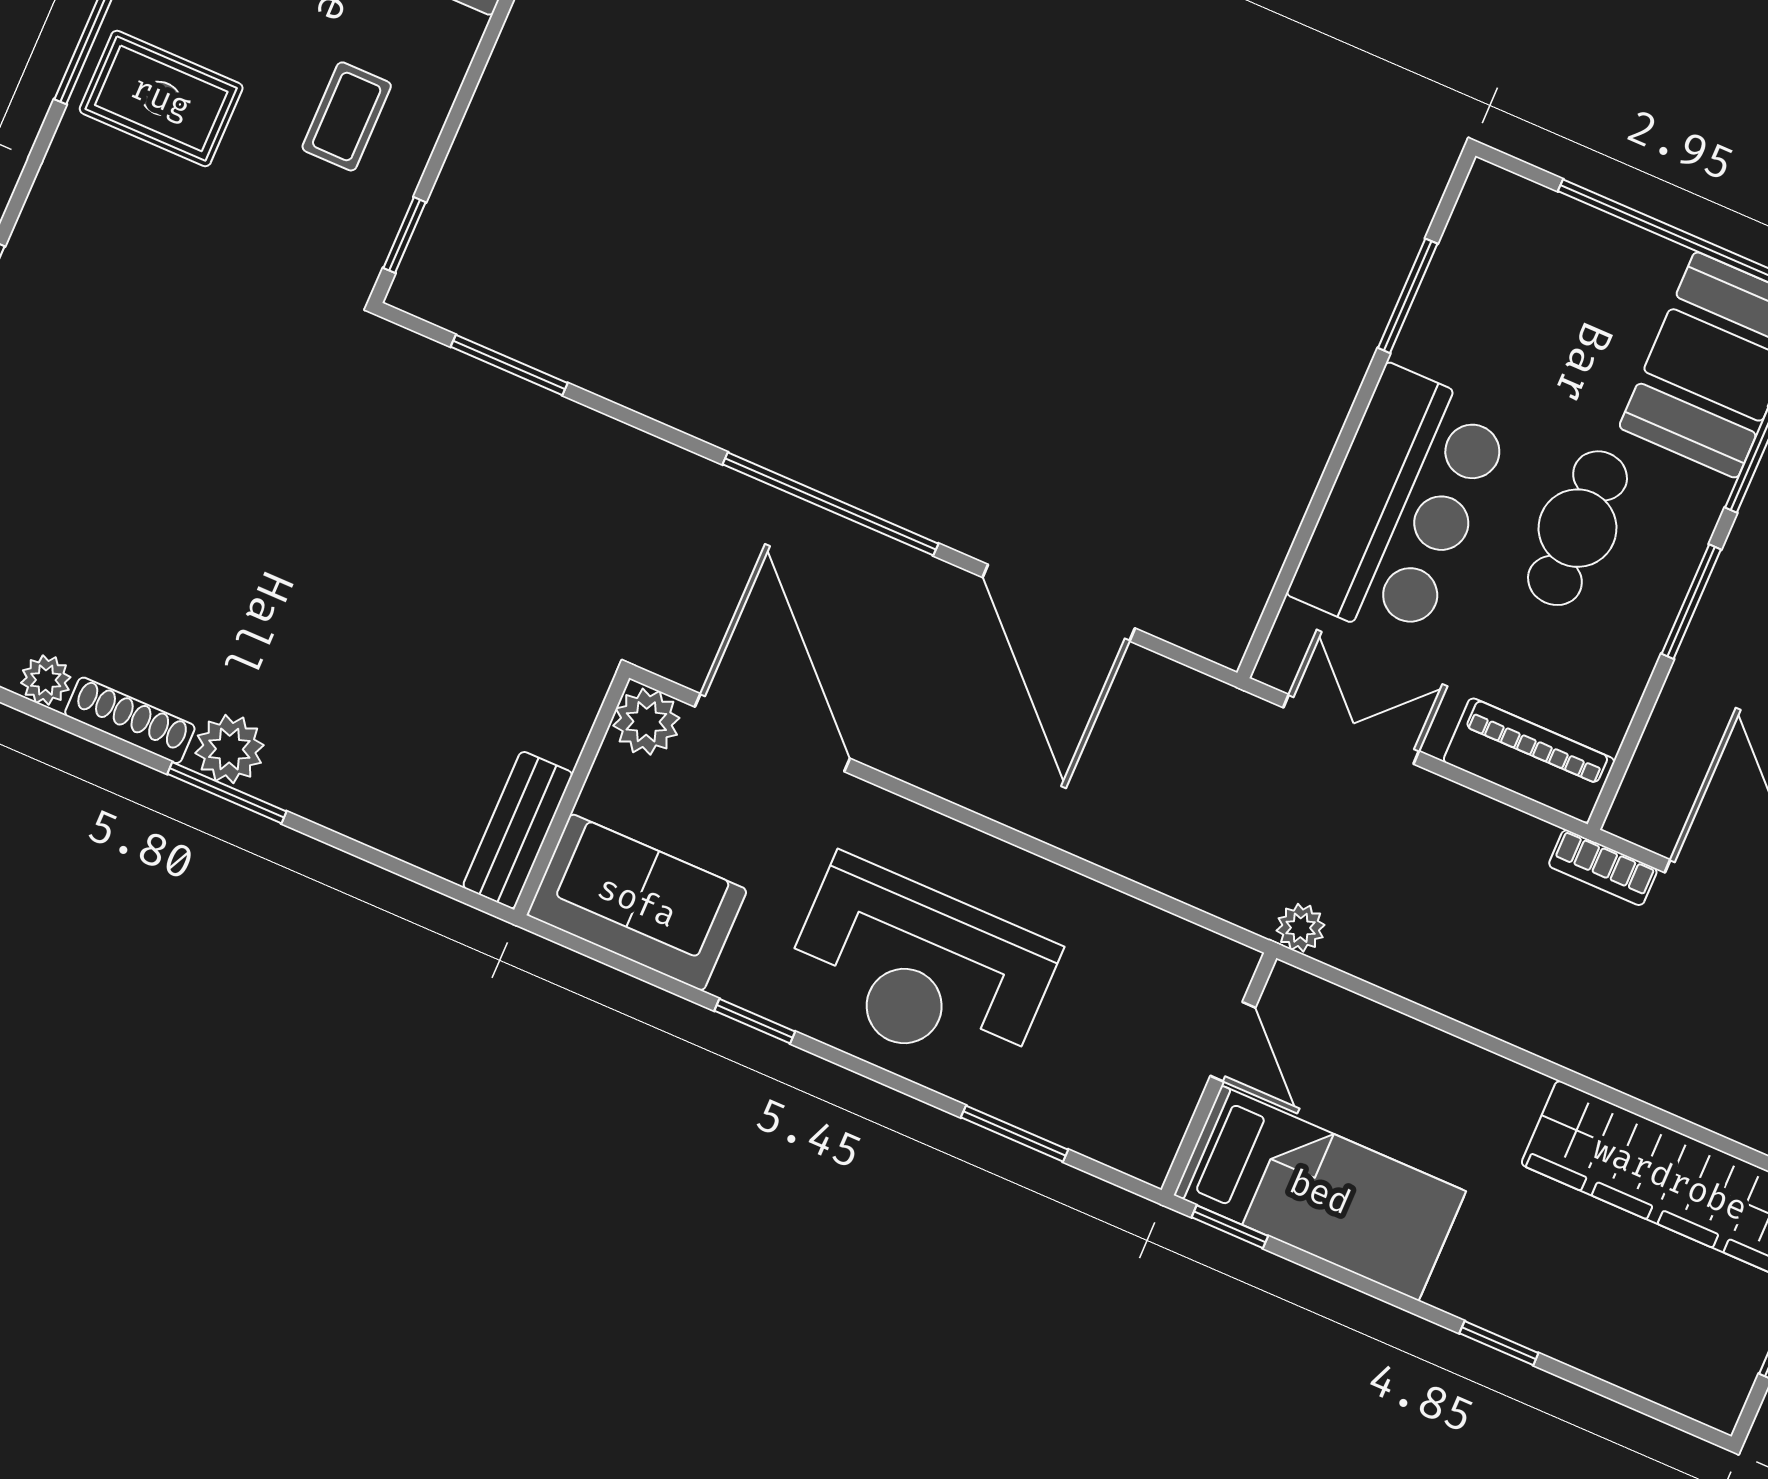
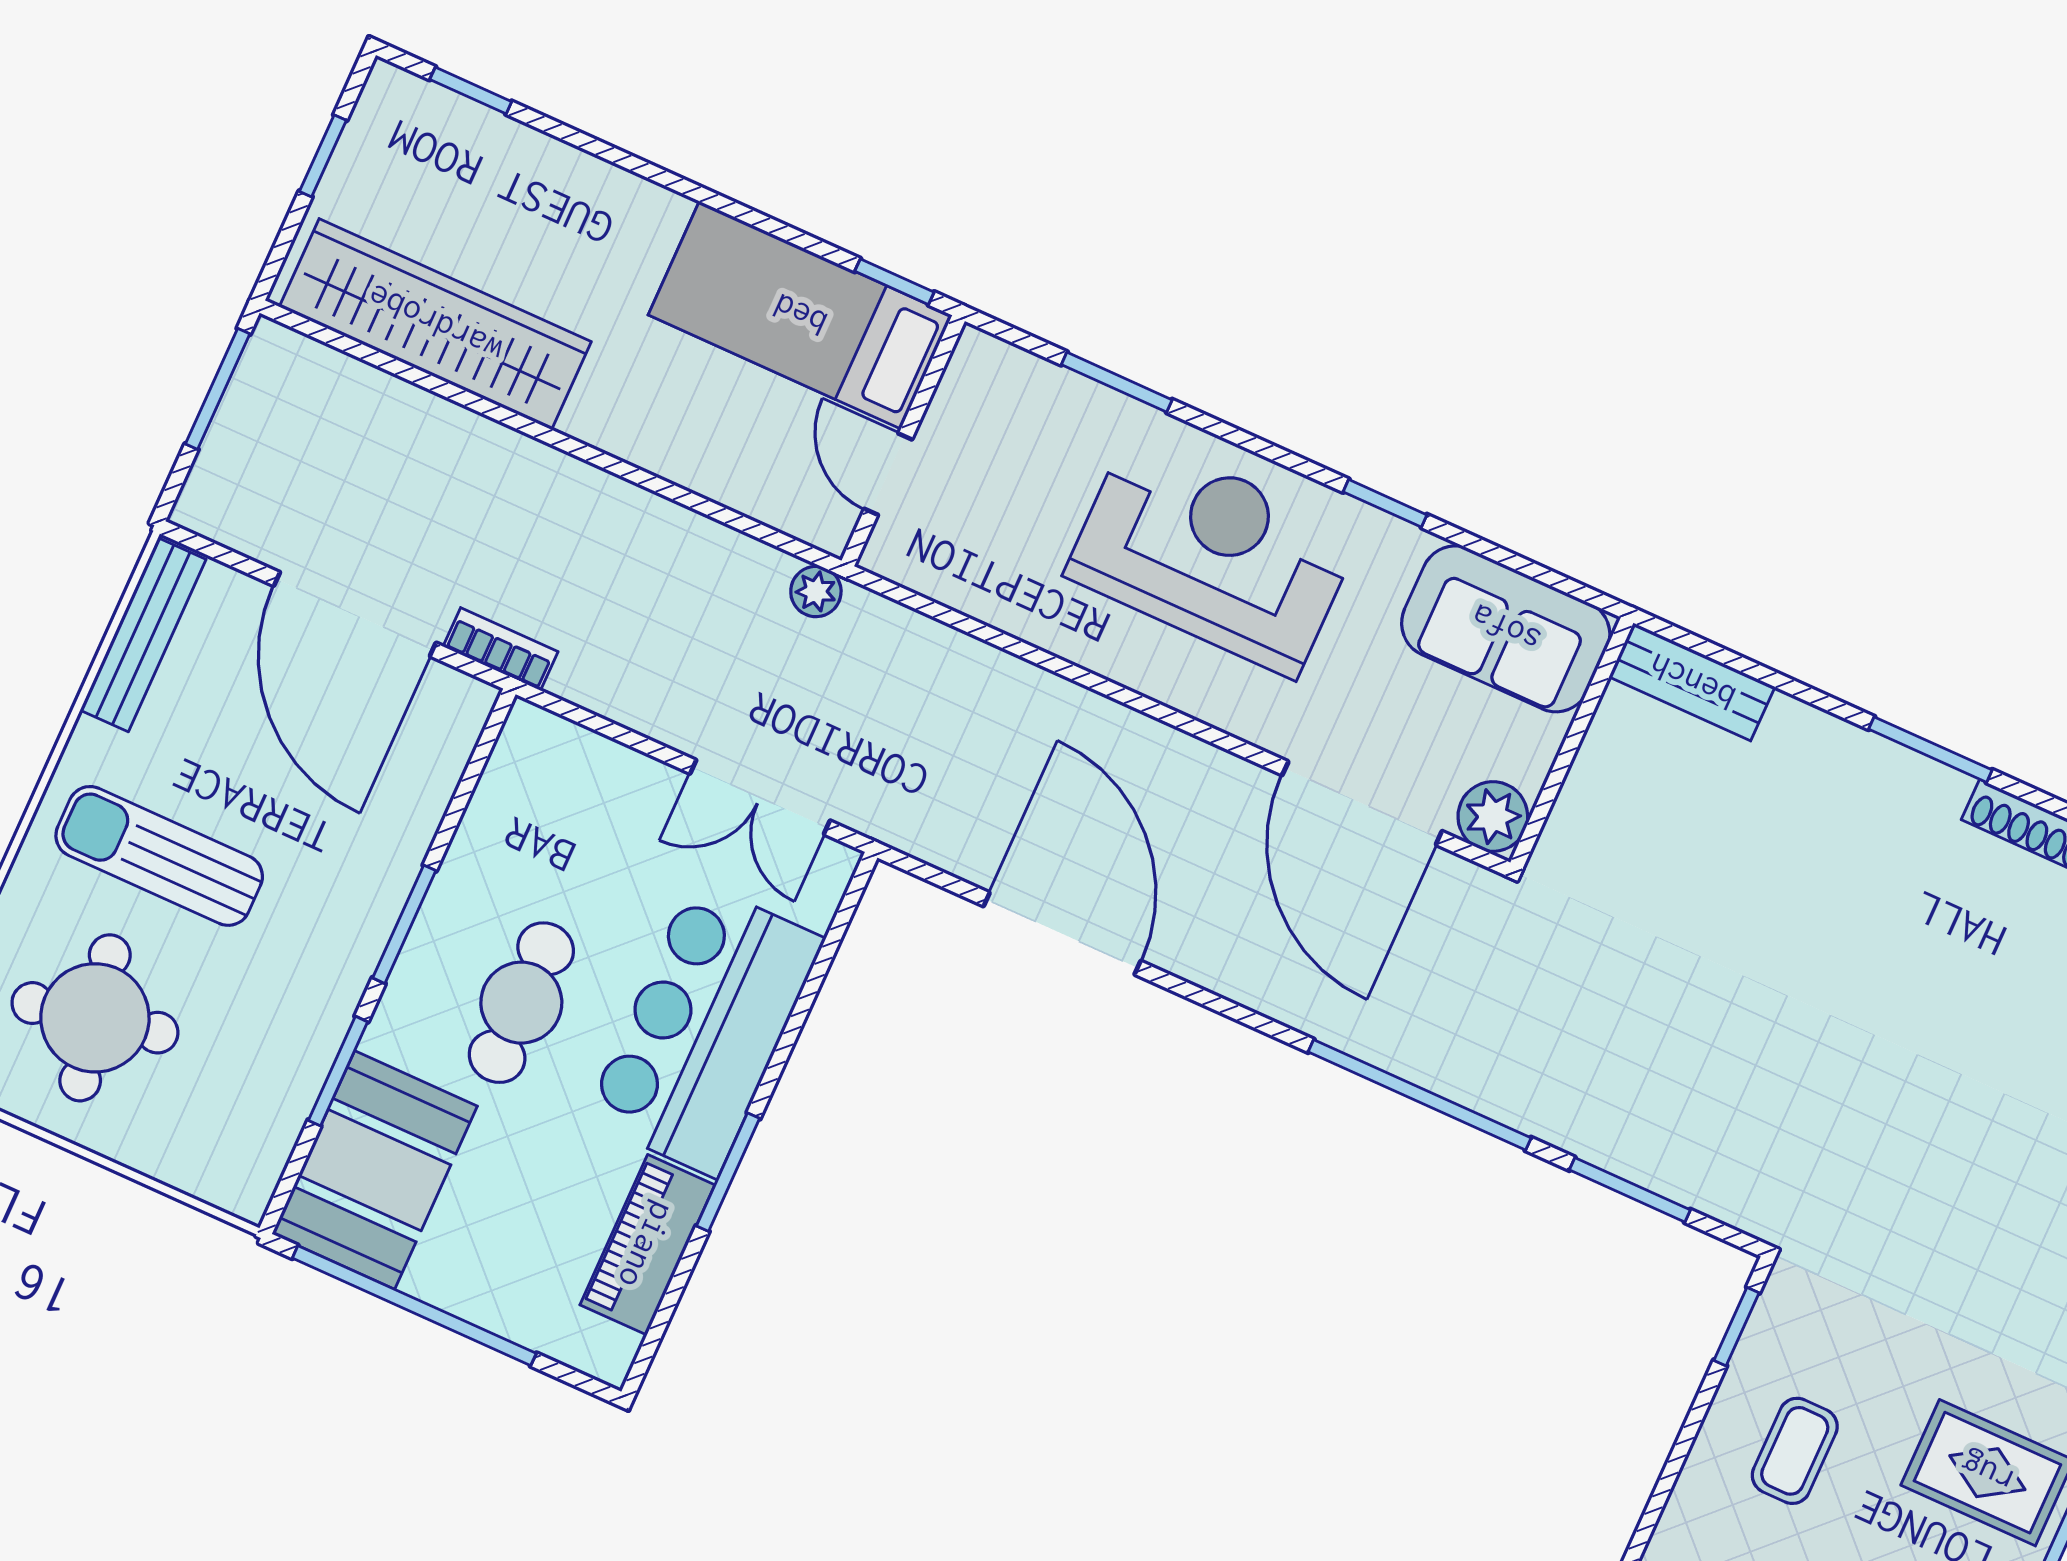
window: (1408, 296) -> (728, 1172), moved
window: (831, 504) -> (1420, 1095), moved
plant: (229, 749) -> (1927, 795), removed
piano: (1529, 761) -> (647, 1245), moved, turned 90
bench: (518, 830) -> (1692, 682), moved, turned 90
window: (1499, 1343) -> (471, 90), moved

